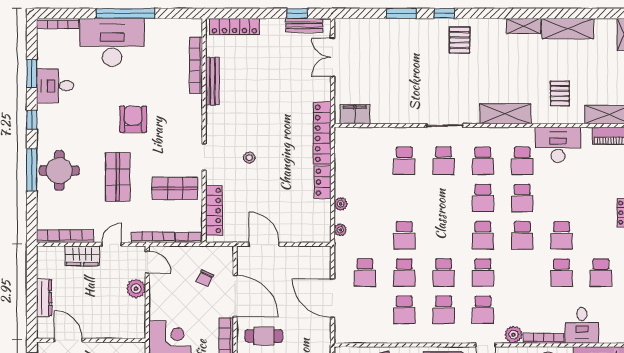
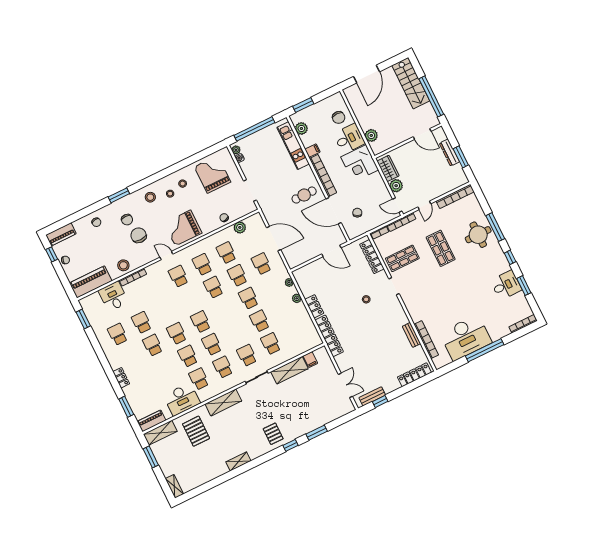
shelving: (568, 29) -> (289, 370), moved
desk: (112, 42) -> (466, 338), moved
bench: (212, 81) -> (412, 335), width x0.73
pallet: (560, 93) -> (196, 431), width x1.50, depth x1.42
filing cabinet: (355, 114) -> (310, 360), width x0.50
armchair: (133, 119) -> (448, 288), removed
wardrobe: (82, 256) -> (388, 168), moved, turned 90
school desk: (483, 273) -> (260, 321), moved
window: (32, 285) -> (461, 157), added
plant: (513, 335) -> (240, 227), moved

